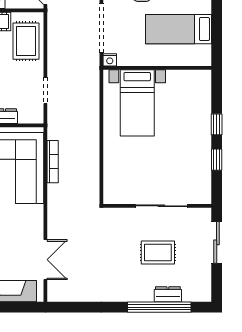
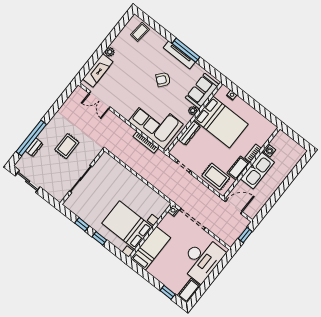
bed: (179, 29) -> (151, 248), moved
bed with nightstands: (137, 103) -> (127, 225), moved, width x1.36
sliding door: (217, 242) -> (28, 181), moved
rug: (158, 252) -> (67, 146), moved

